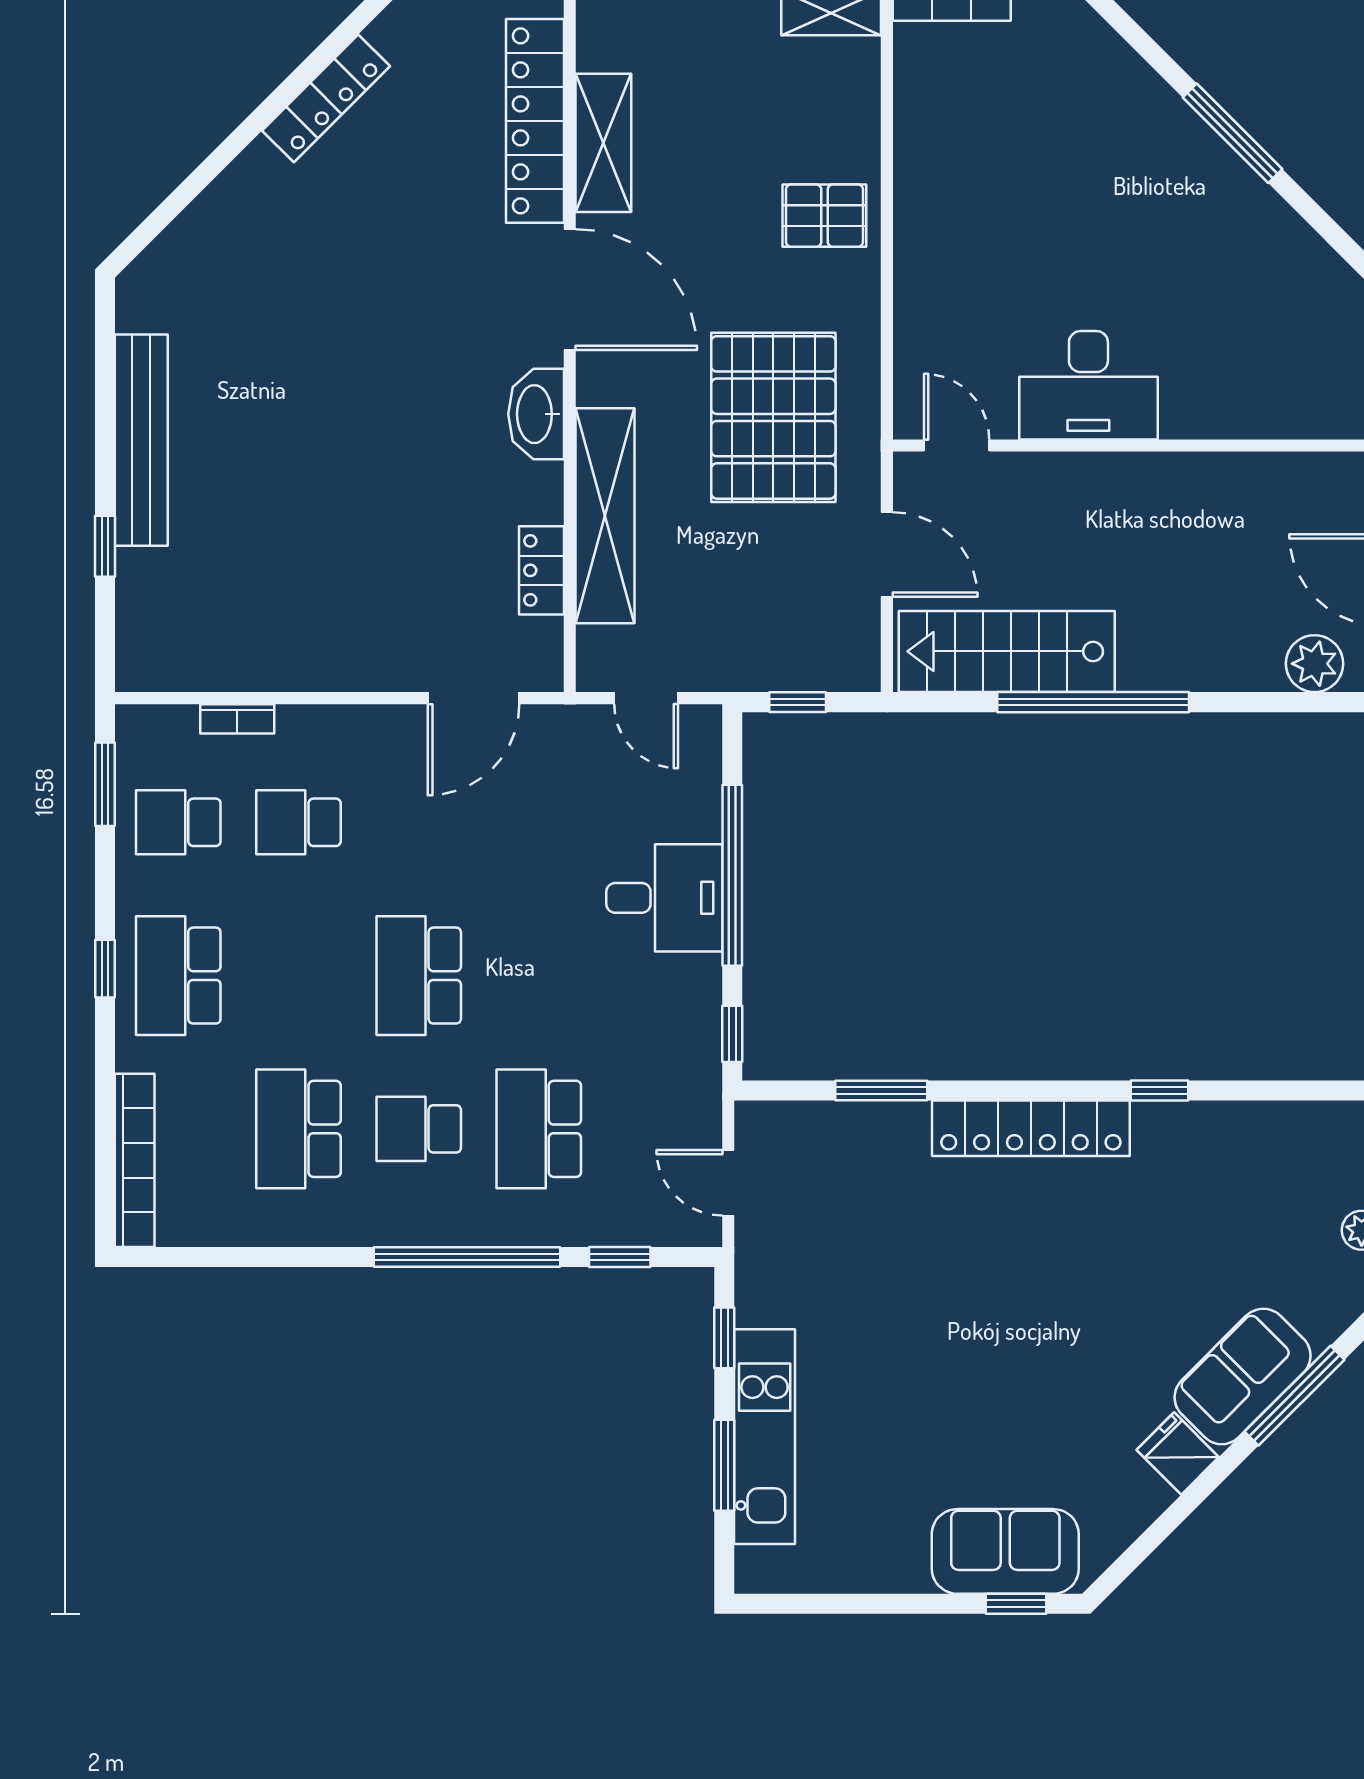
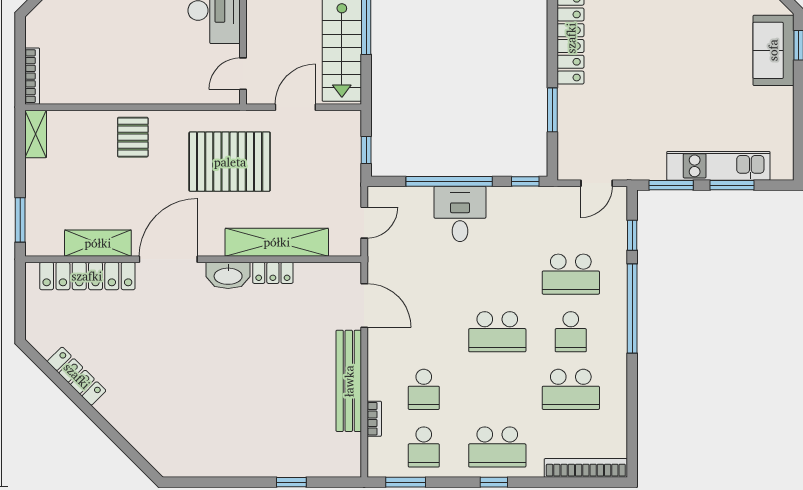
bench: (141, 440) -> (349, 381), moved, turned 90
locker: (541, 570) -> (273, 273), moved
window: (724, 1338) -> (671, 185), width x1.50

